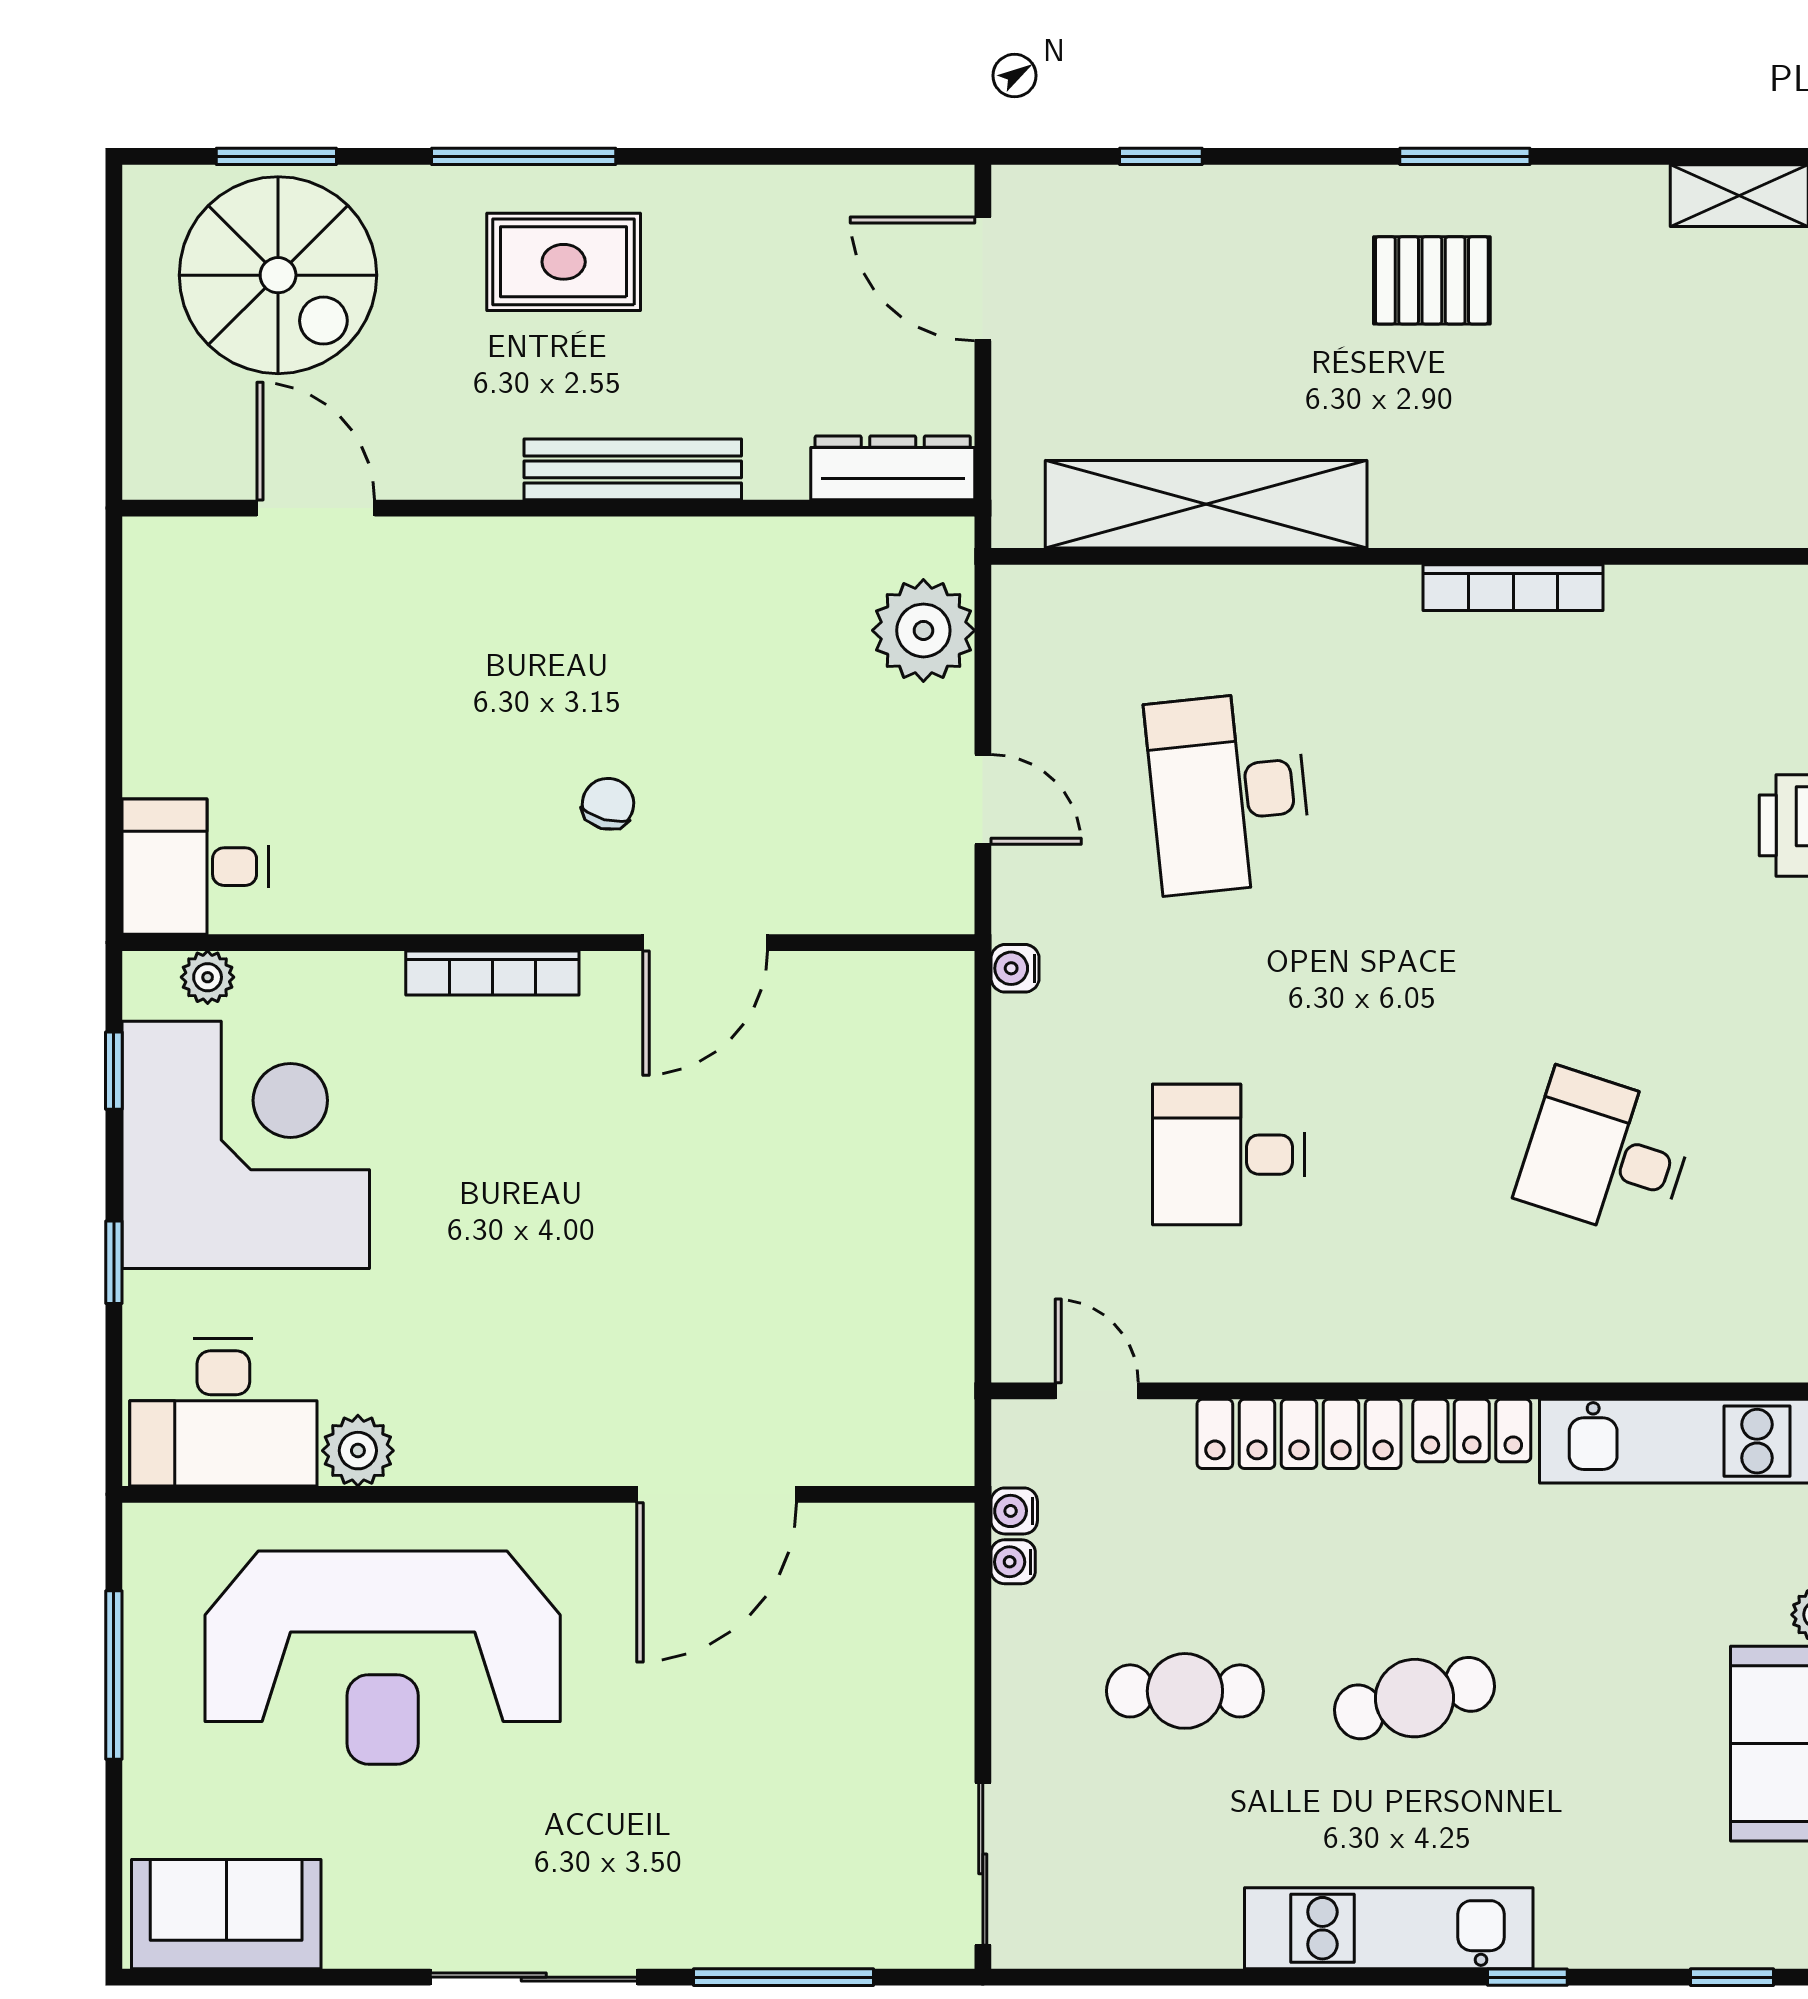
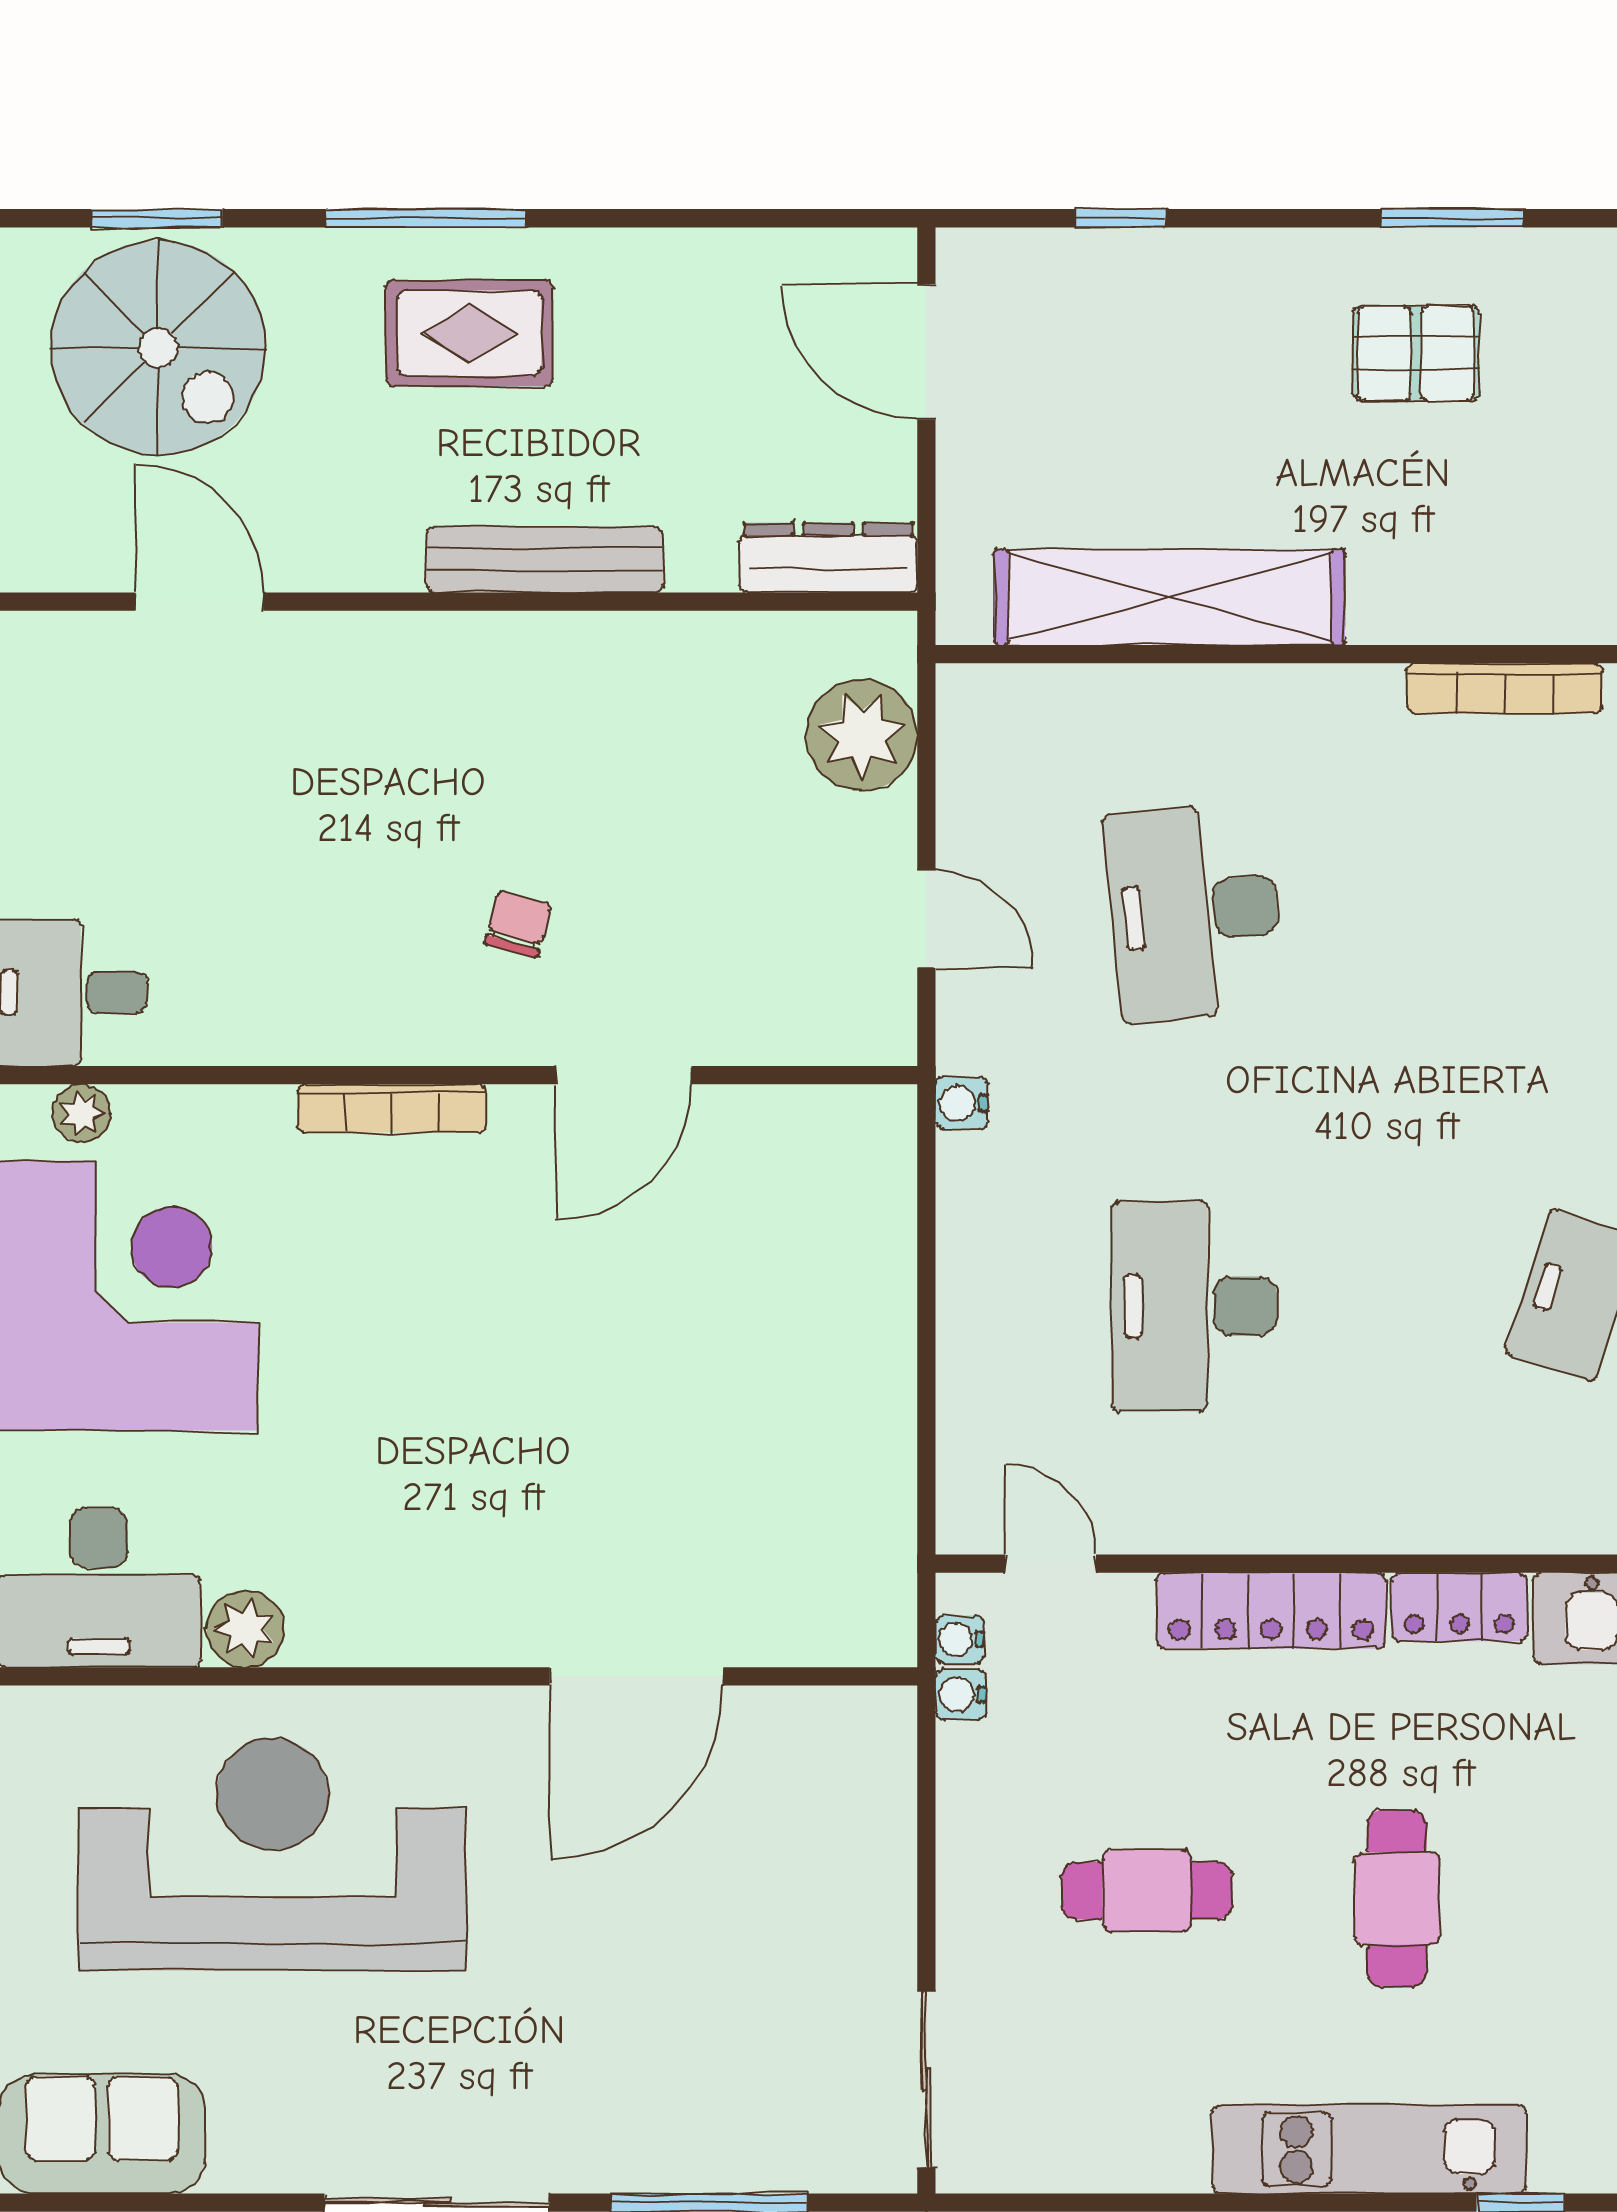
desk: (1229, 1155) -> (1194, 1306), width x1.37
water cooler: (1013, 1562) -> (959, 1639), moved
reception desk: (383, 1658) -> (272, 1854), turned 180
cafe table: (1414, 1698) -> (1397, 1899), turned -76

